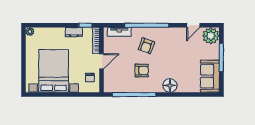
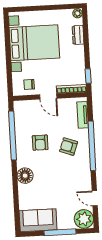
dresser: (74, 32) -> (78, 35), moved

